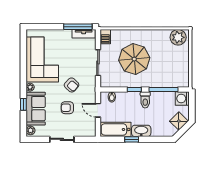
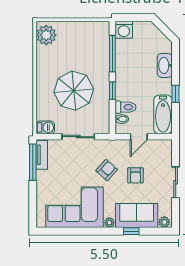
toilet: (145, 100) -> (125, 107), moved
shower: (179, 121) -> (152, 34), removed
washbasin: (141, 131) -> (165, 65), moved

